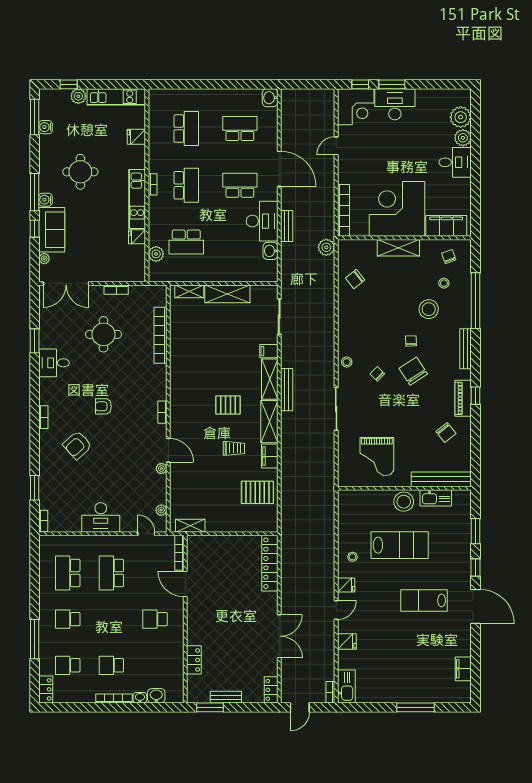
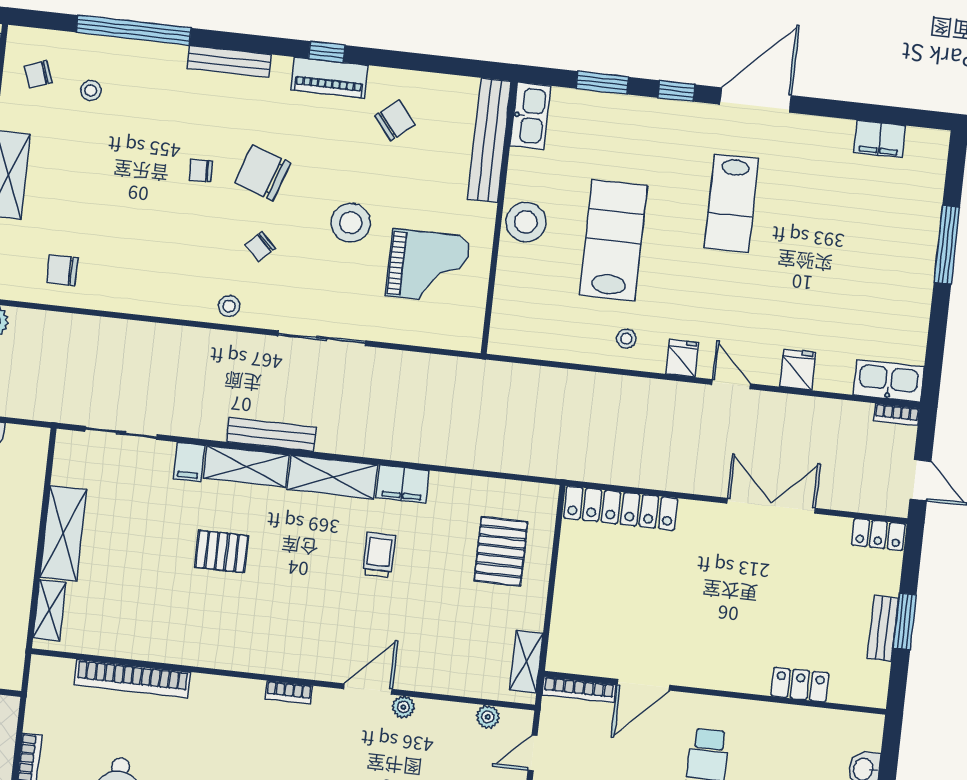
chair: (355, 279) -> (62, 270), turned 128
stool: (429, 309) -> (351, 223), moved
chair: (413, 371) -> (263, 173), turned 52
pallet: (228, 405) -> (222, 551), moved, turned 90
pallet: (257, 492) -> (501, 551), moved
kitchen sink: (436, 498) -> (530, 116), moved
window: (210, 707) -> (905, 621), moved

